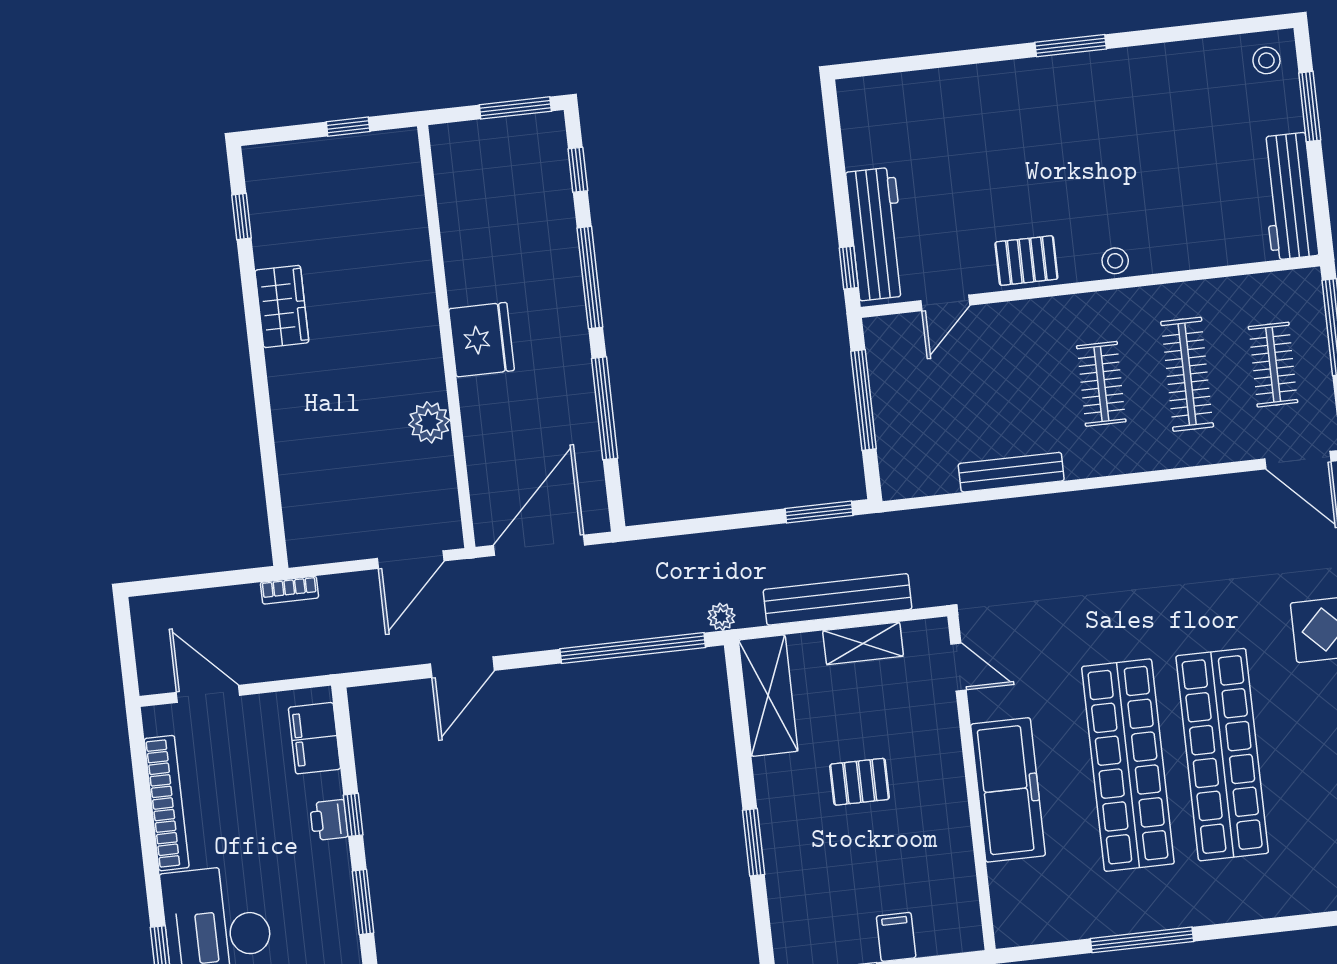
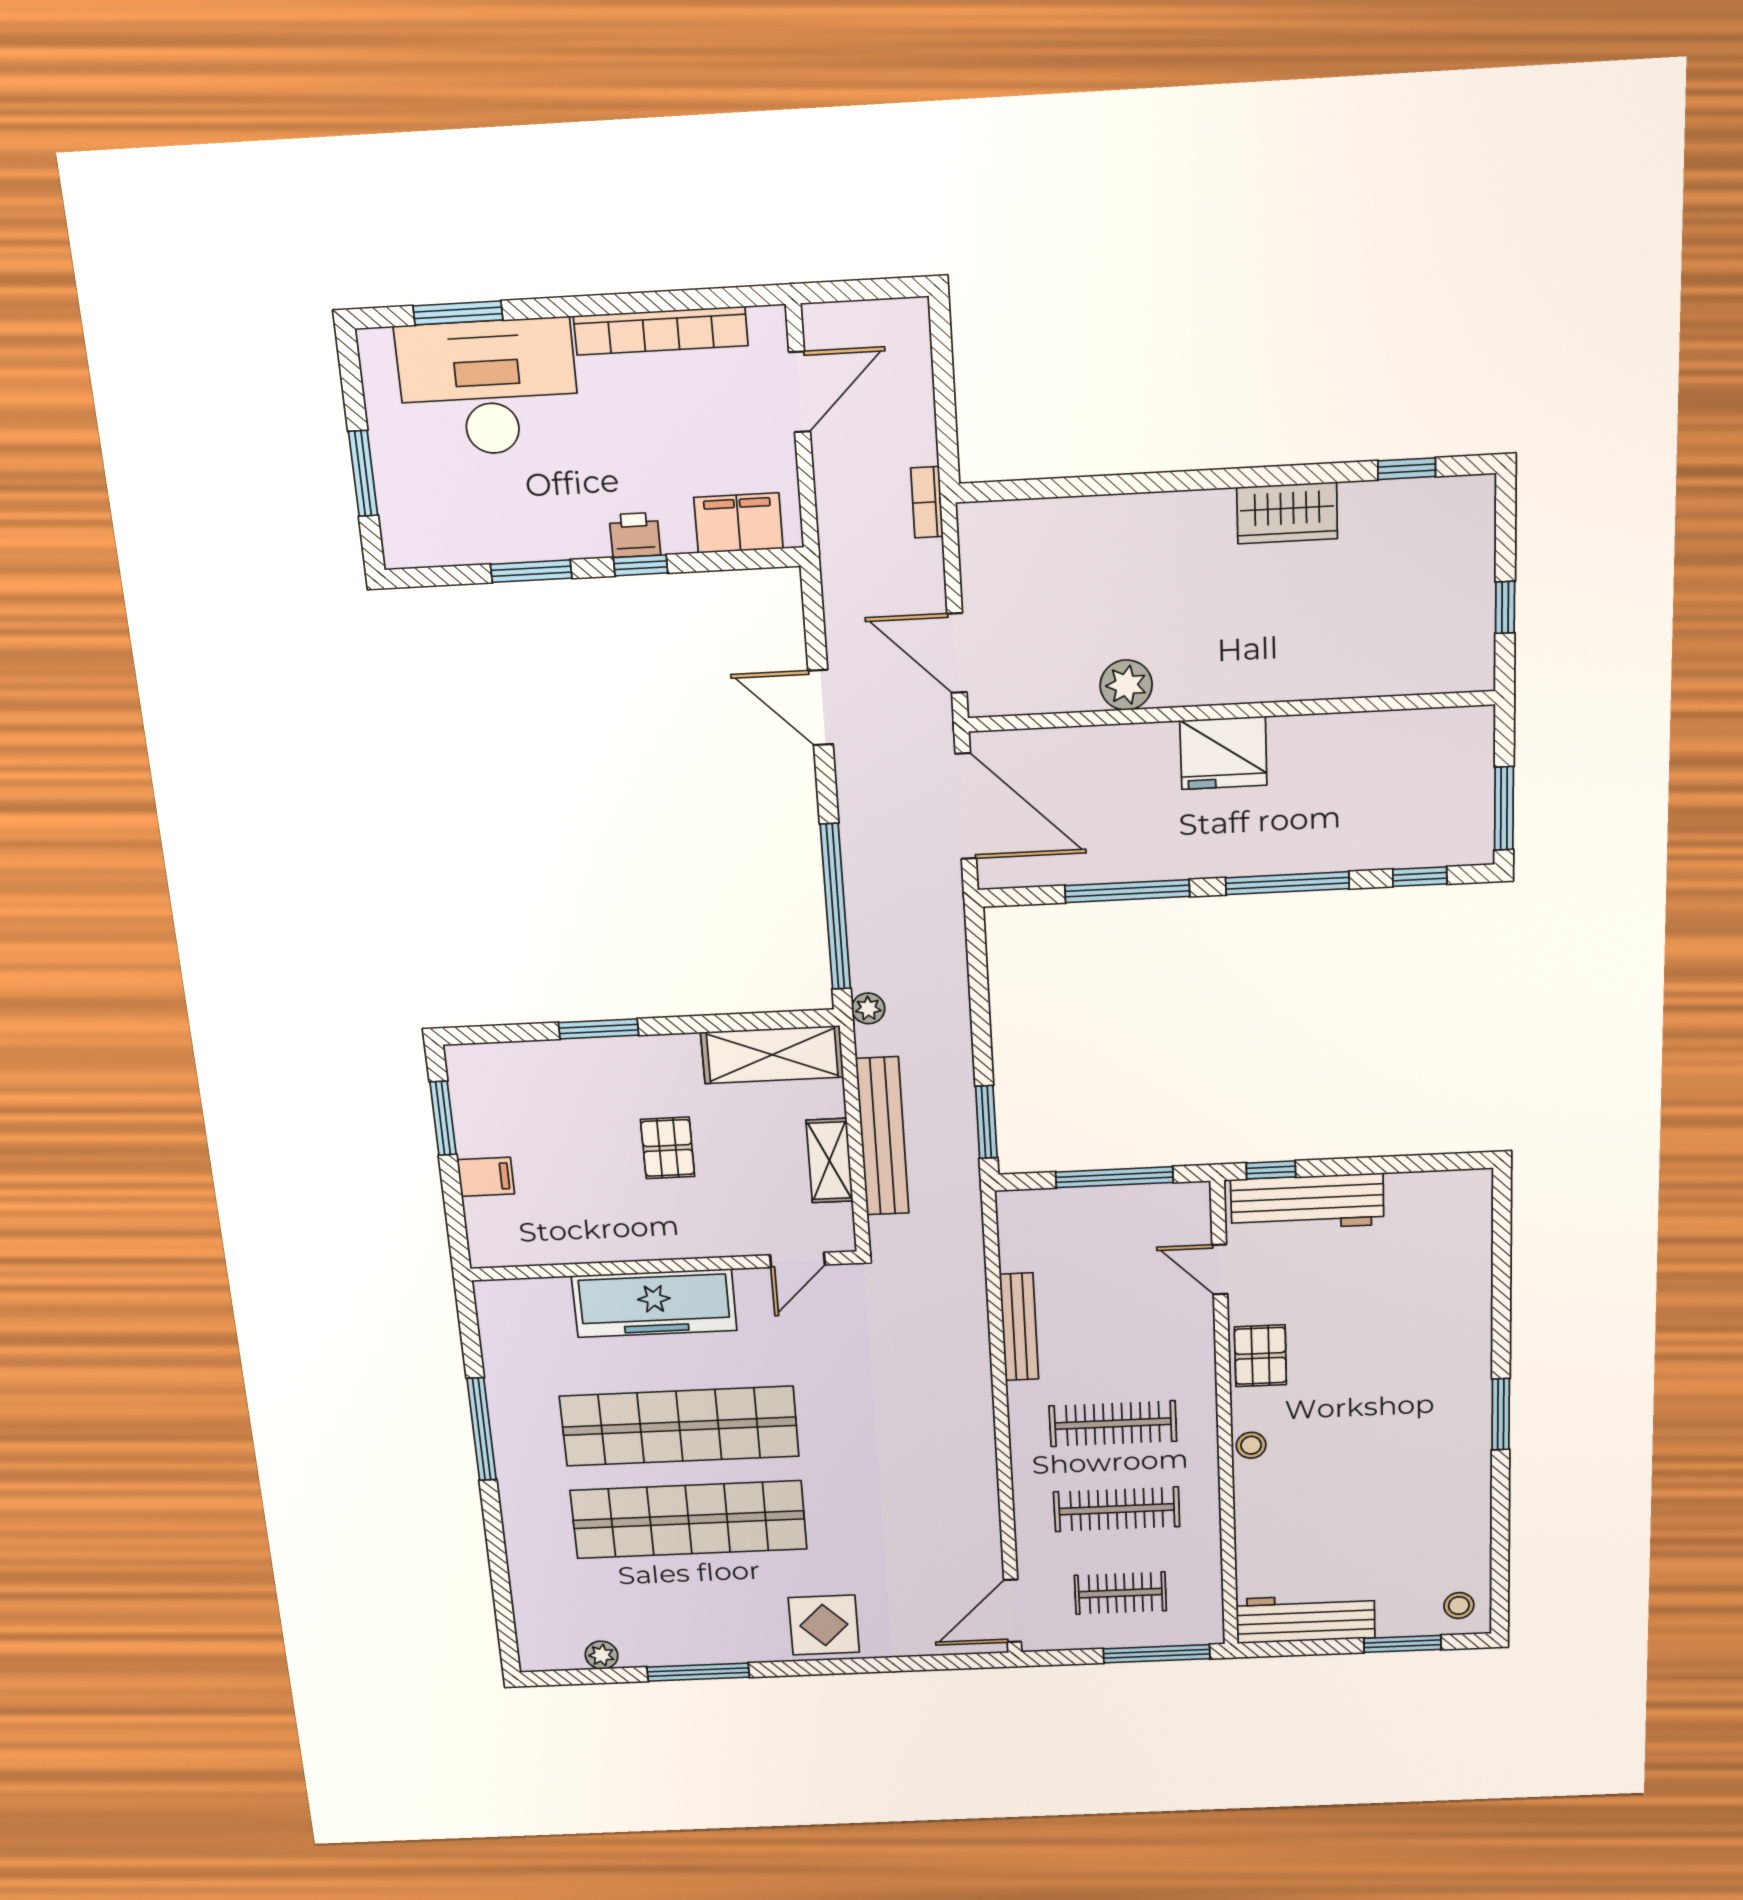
clothes rail: (1101, 384) -> (1113, 1424), width x1.36

